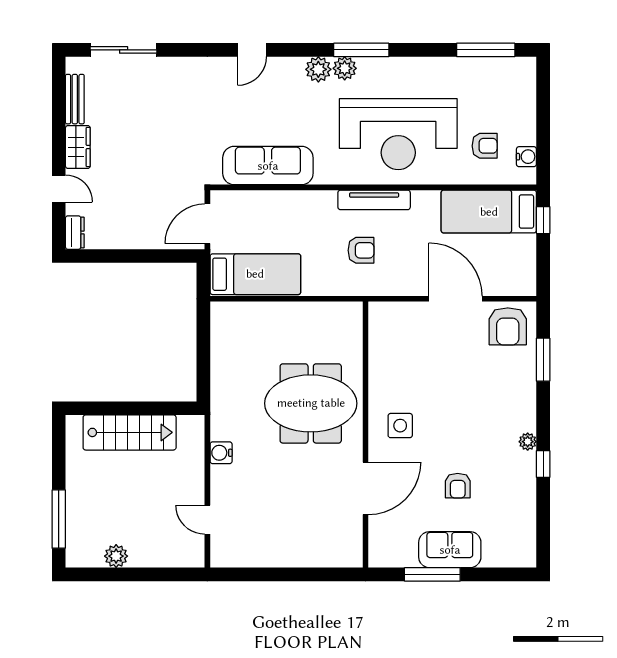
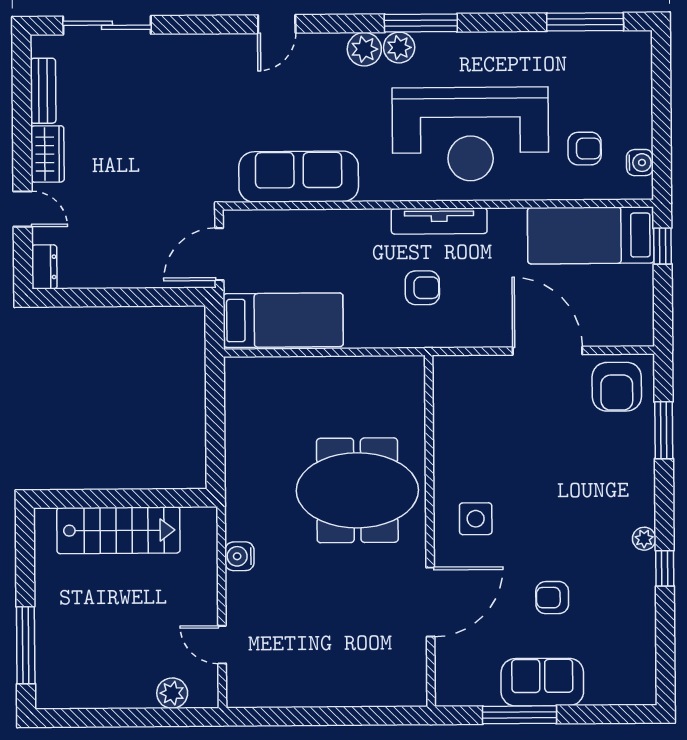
armchair: (458, 486) -> (552, 598), turned 90
plant: (116, 556) -> (172, 693), moved

